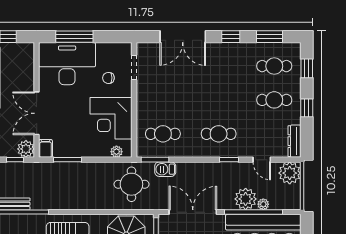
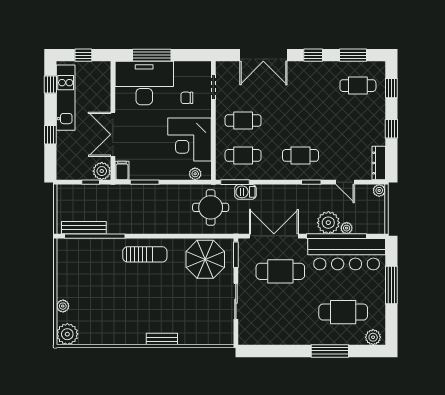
cafe table: (274, 100) -> (243, 121), moved
plant: (290, 173) -> (379, 190), width x0.53, depth x0.53

